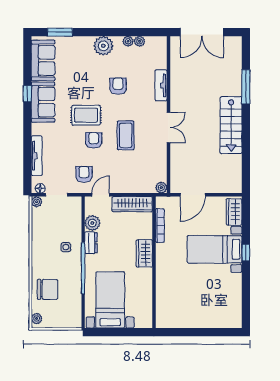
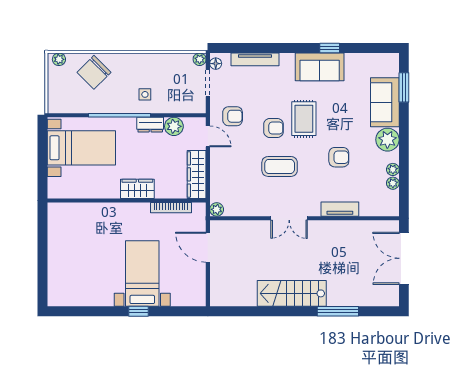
sofa: (43, 60) -> (385, 102), moved, turned 90
wardrobe: (234, 212) -> (187, 297), removed
chair: (48, 289) -> (94, 72), turned 45

